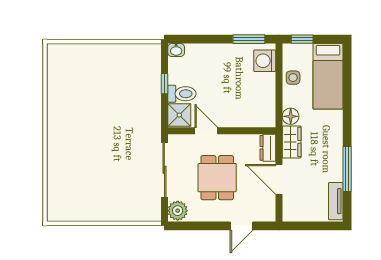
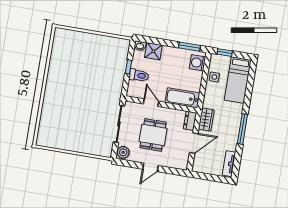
shower: (179, 115) -> (153, 51), moved
bathtub: (251, 116) -> (182, 98), added
floor lamp: (291, 116) -> (208, 102), removed
window: (347, 169) -> (242, 129), moved
door: (279, 179) -> (194, 143), swing flipped
door: (241, 226) -> (150, 167), moved

